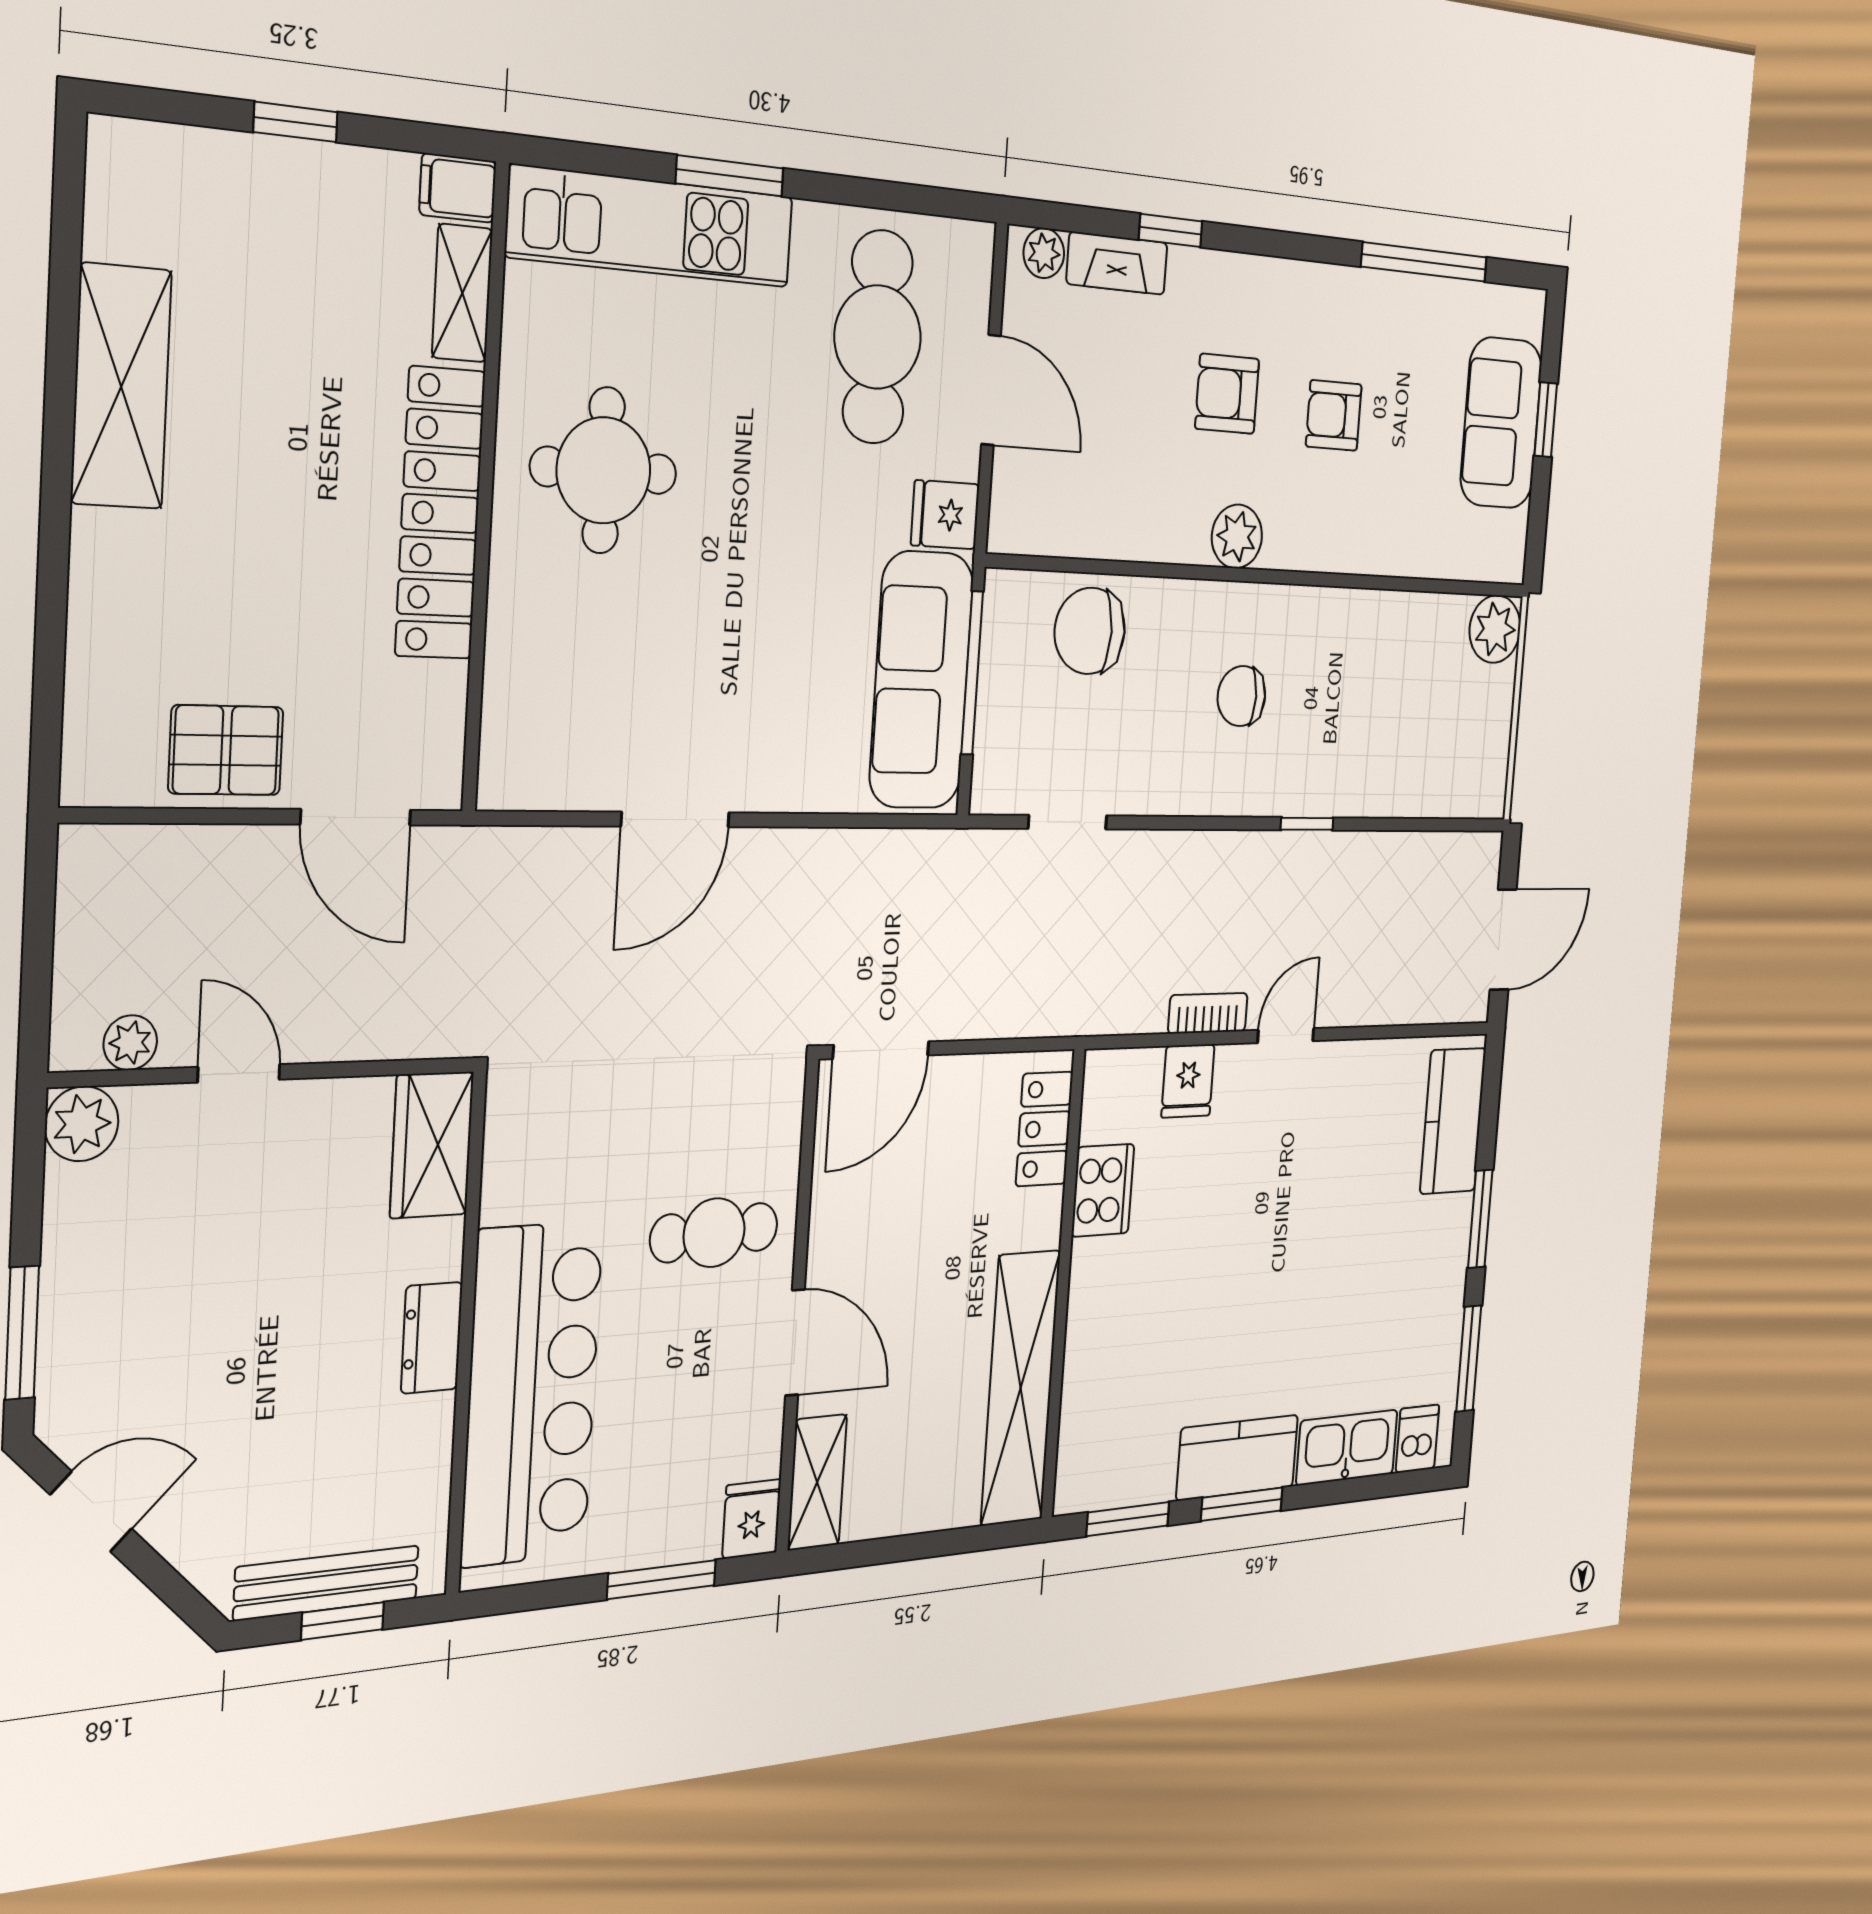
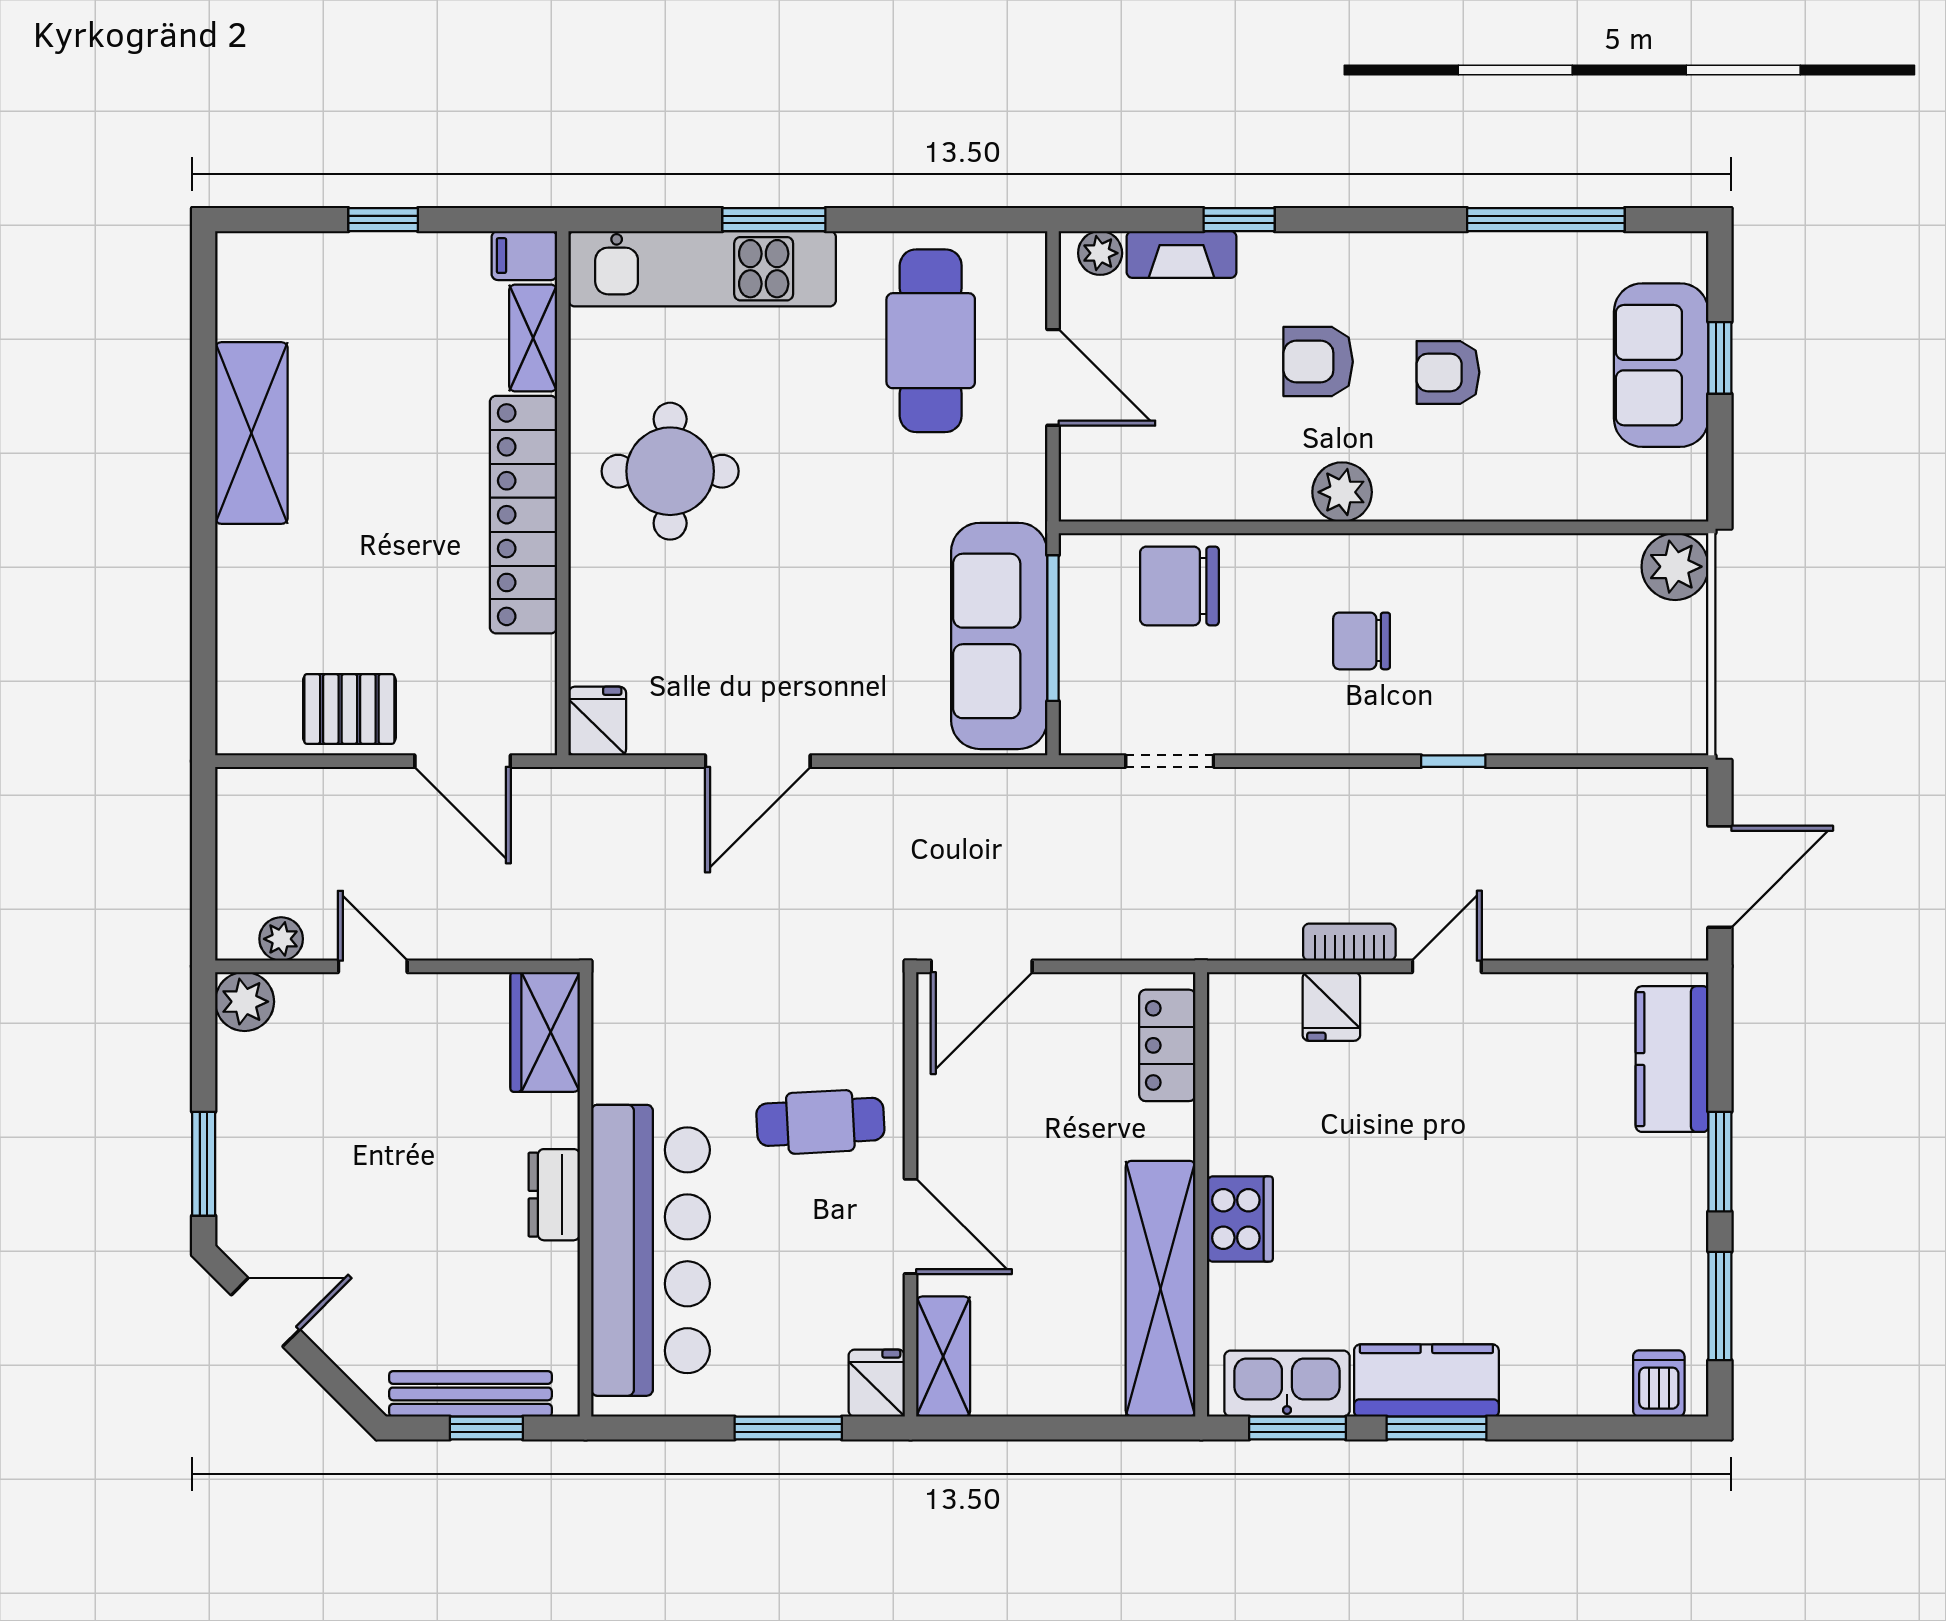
fridge: (945, 515) -> (597, 721), moved, turned 90
cooker: (1103, 1190) -> (1240, 1219), moved
kitchen sink: (1347, 1447) -> (1287, 1384), moved

